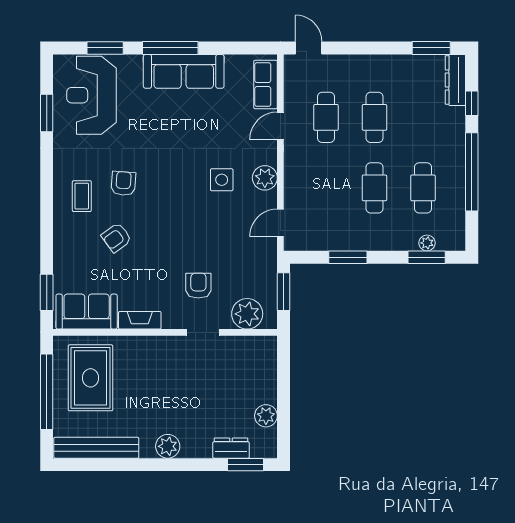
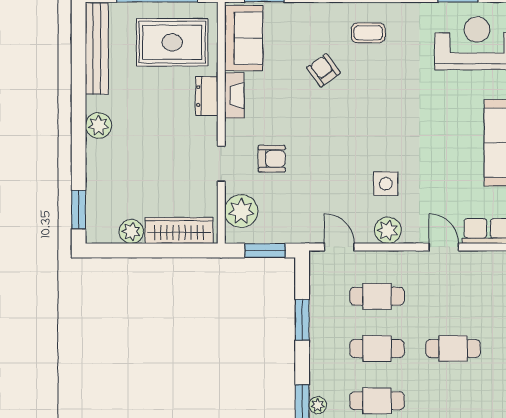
cafe table: (326, 117) -> (377, 296), moved
armchair: (123, 183) -> (382, 78), removed
wardrobe: (265, 371) -> (179, 230), added
dresser: (231, 448) -> (207, 96), moved, turned 180

